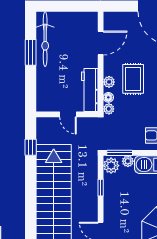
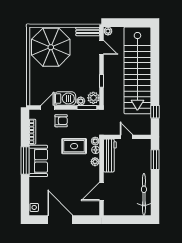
window: (31, 52) -> (155, 160), moved
rug: (133, 79) -> (74, 146), moved, turned 90

